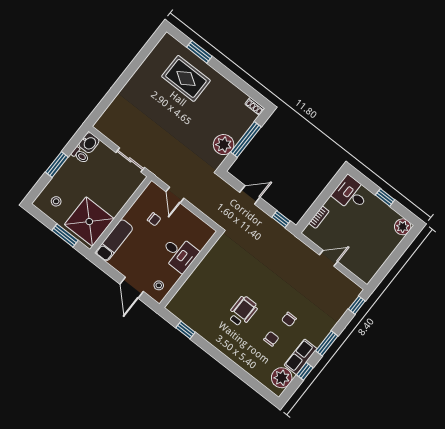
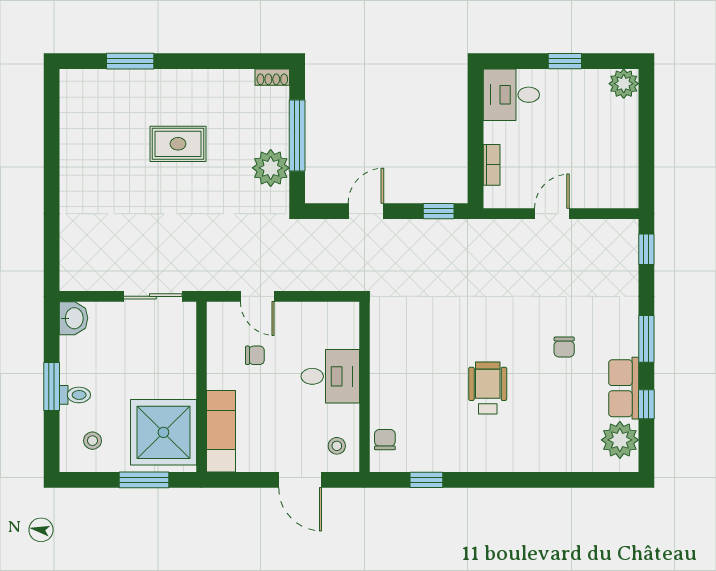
rug: (186, 78) -> (178, 144), moved, width x0.73, depth x0.70
toilet: (80, 155) -> (75, 395), moved
chair: (271, 339) -> (385, 440), moved

